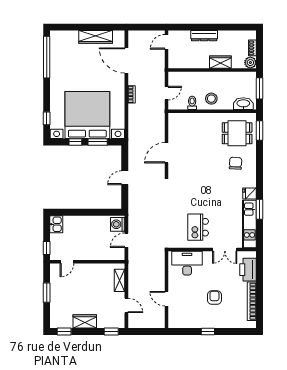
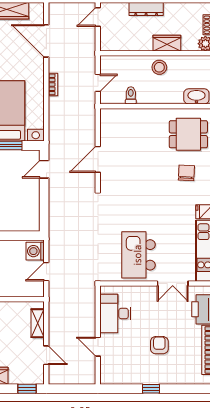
stool: (211, 99) -> (159, 67), moved
door: (125, 178) -> (44, 169), moved
kitchen island: (198, 227) -> (138, 255), width x1.37, depth x1.28
desk: (187, 263) -> (115, 314), moved, turned -90

